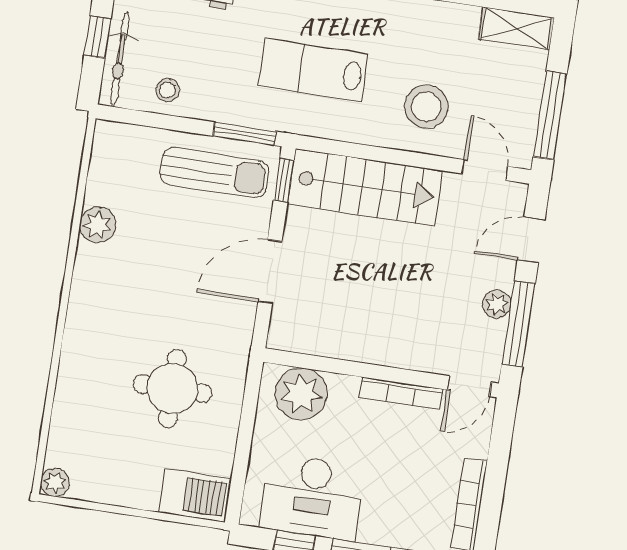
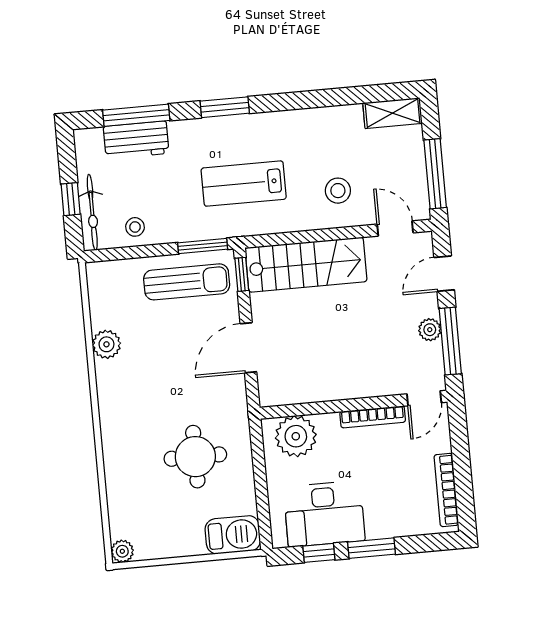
stool: (426, 107) -> (338, 191), width x0.73, depth x0.73

